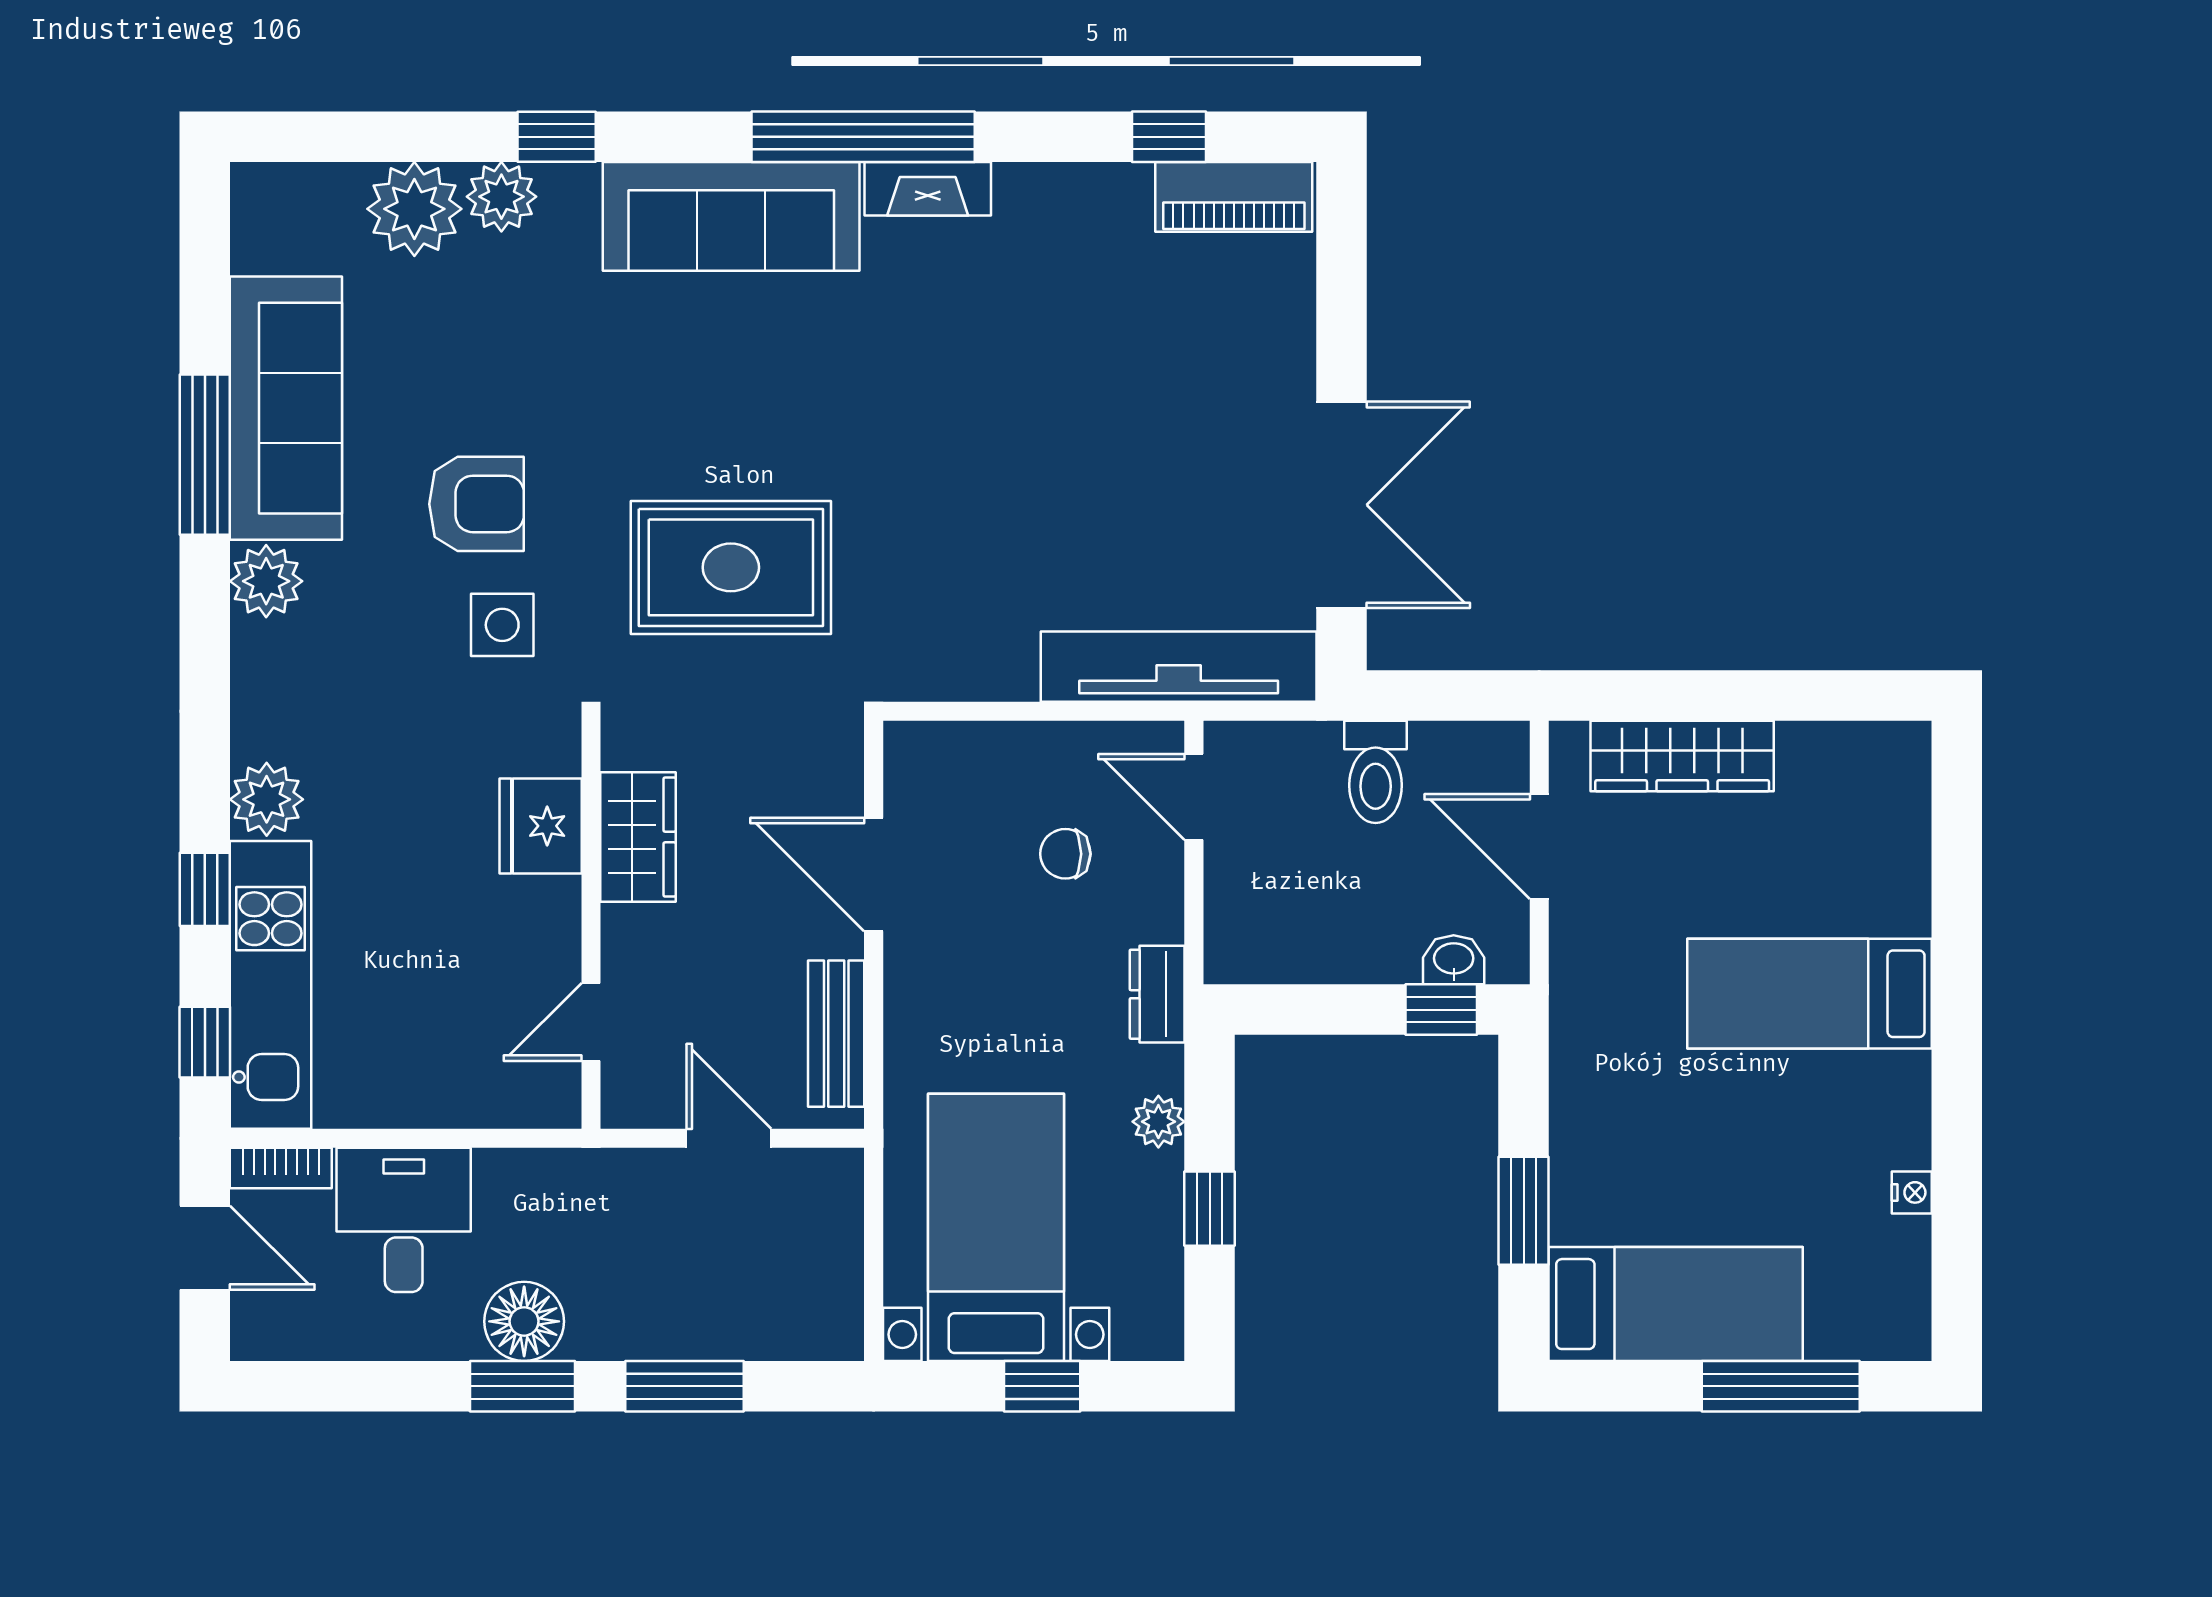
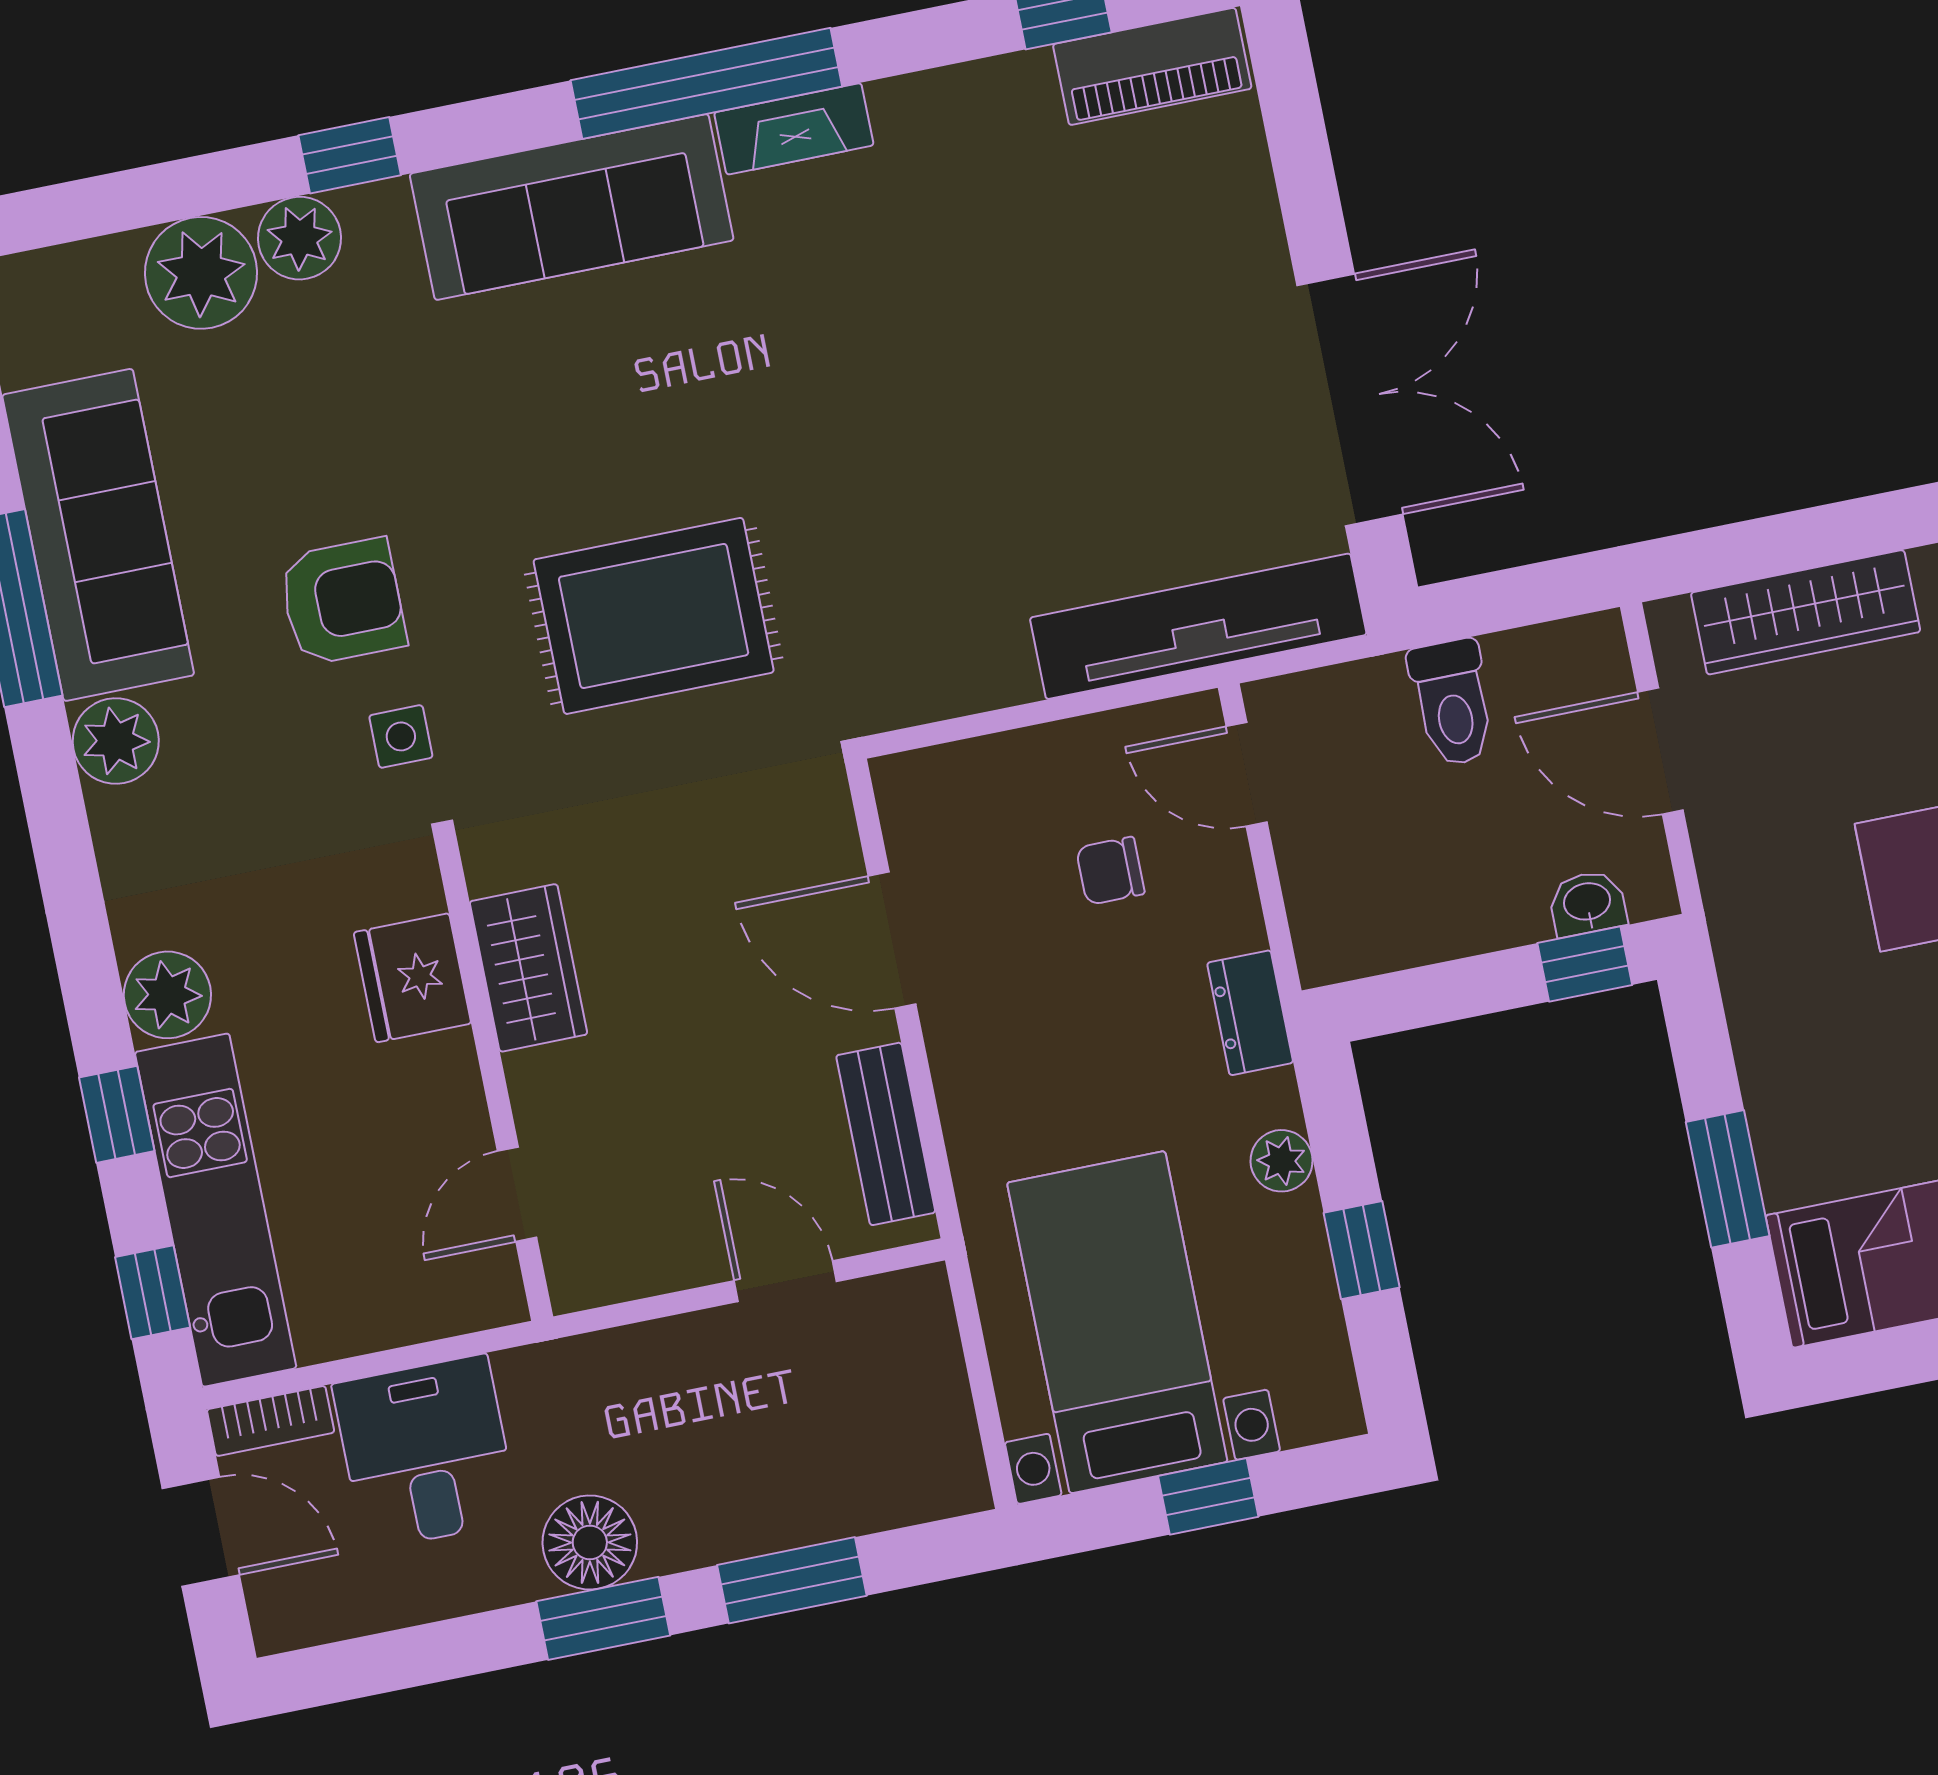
side table: (502, 625) -> (401, 736), width x0.73, depth x0.73
fridge: (541, 826) -> (412, 978), moved
wardrobe: (638, 837) -> (528, 968), moved
wall: (591, 925) -> (494, 1081), moved
door: (591, 1022) -> (517, 1194), moved

